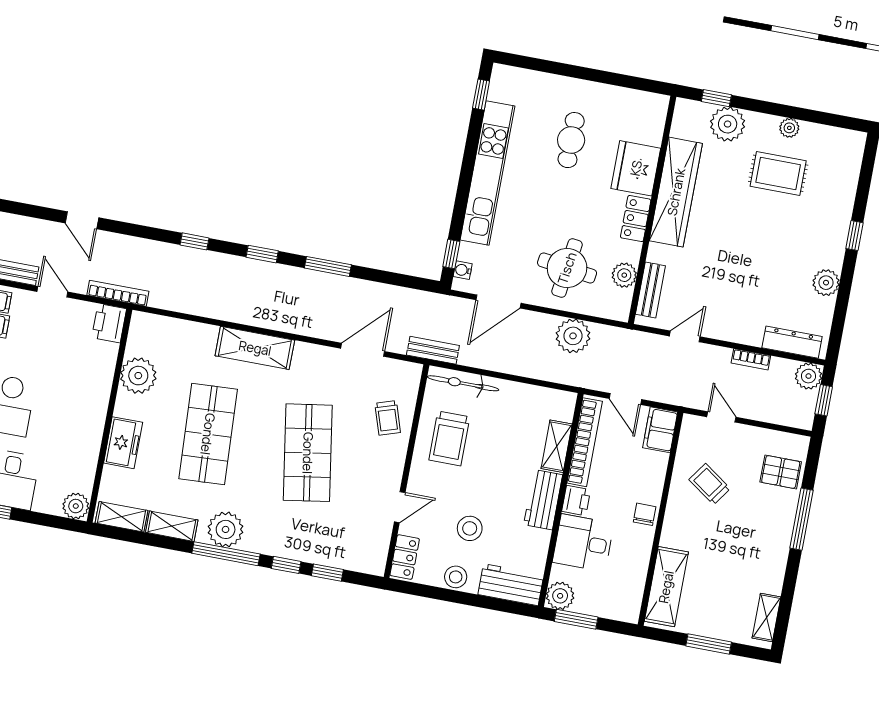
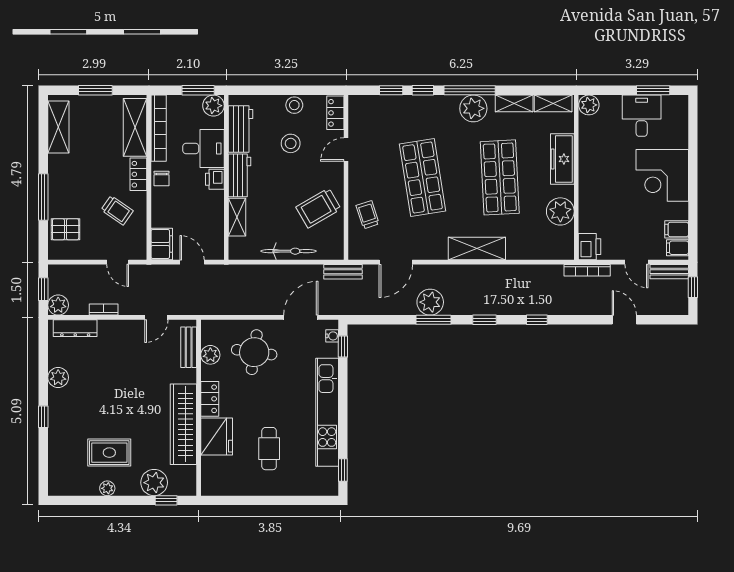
plant: (573, 336) -> (430, 302), moved
bicycle: (463, 383) -> (289, 251), moved
trolley: (449, 438) -> (318, 208), turned -120
bookcase: (585, 442) -> (159, 128), moved, turned 180
freezer: (123, 443) -> (562, 159), width x1.40
locker: (673, 525) -> (138, 174), added
workbench: (511, 585) -> (241, 129), moved, turned -90
shelving: (766, 617) -> (58, 127), width x1.50, depth x1.33

